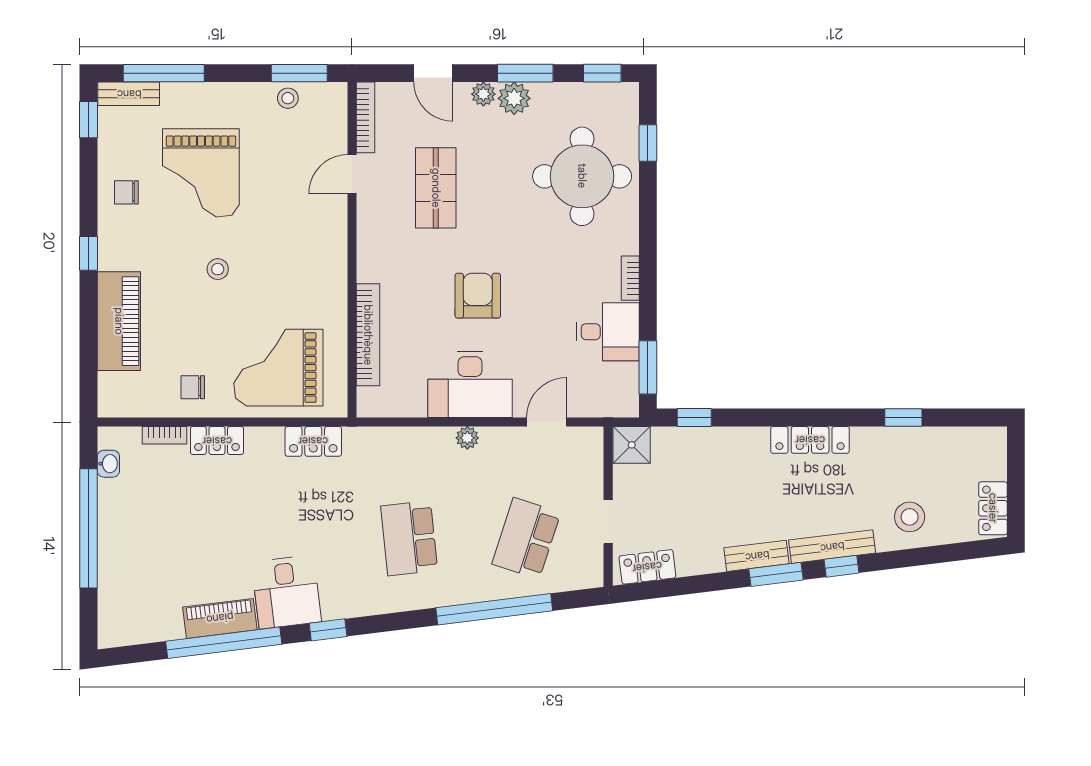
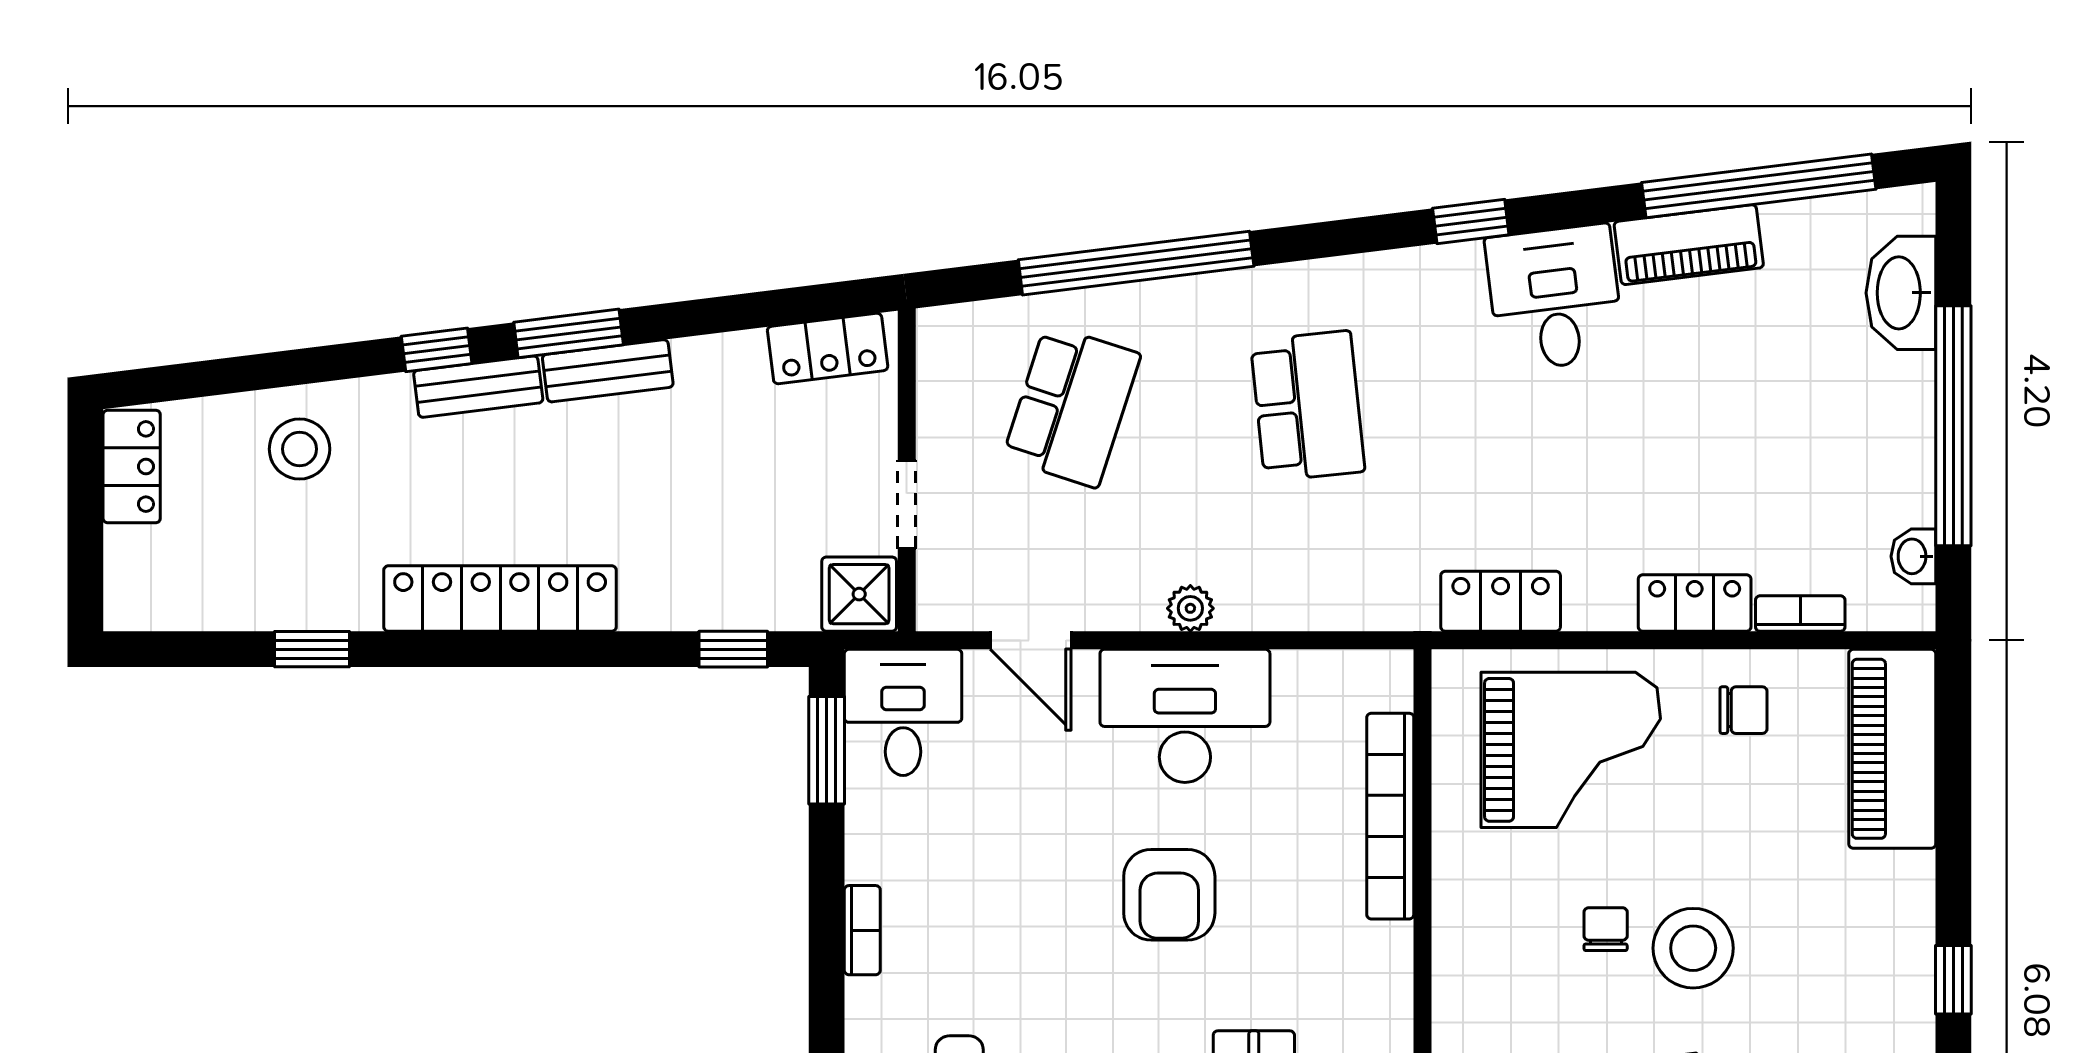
stool: (218, 269) -> (1693, 948), width x1.89, depth x1.89
chair: (261, 279) -> (1606, 929), added
piano: (119, 321) -> (1892, 749), moved
desk: (608, 332) -> (903, 712), moved, turned 90
door: (547, 422) -> (1031, 640), hinge flipped
locker: (810, 440) -> (500, 599), width x1.41, depth x1.21
doorway: (608, 522) -> (907, 505), moved
bench: (832, 547) -> (478, 387), width x0.73
washbasin: (115, 594) -> (1901, 293), added
window: (224, 643) -> (1759, 186), moved

